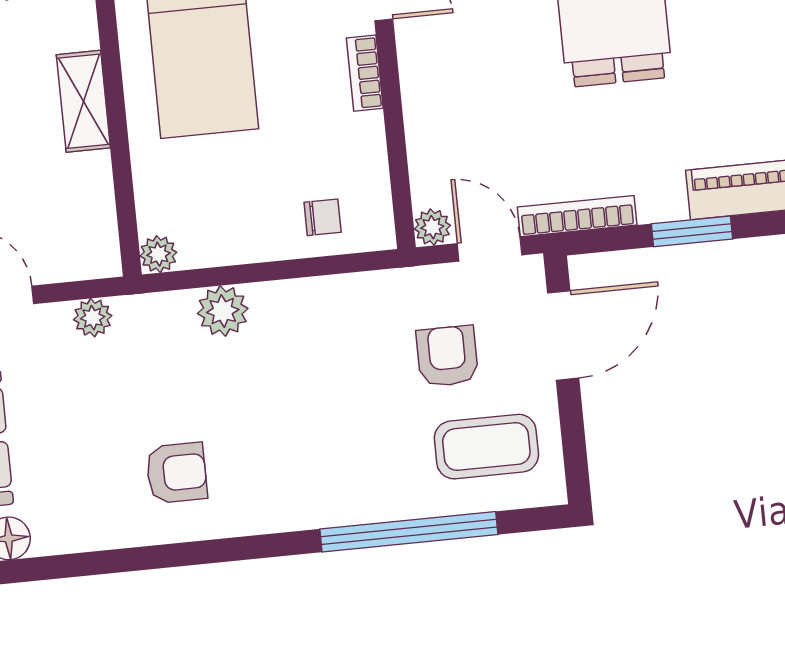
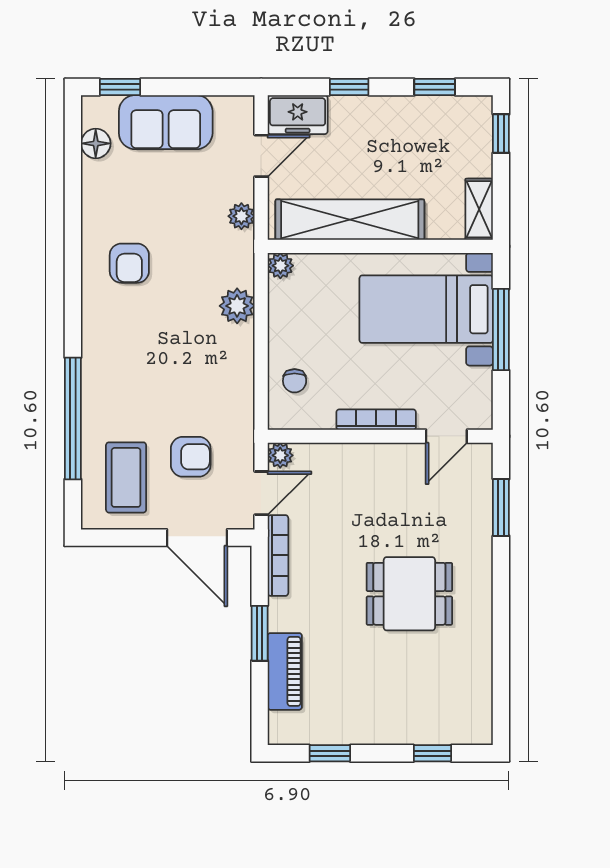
bookcase: (365, 73) -> (376, 420), width x1.56
shelving: (83, 101) -> (350, 220), width x2.20, depth x1.33

